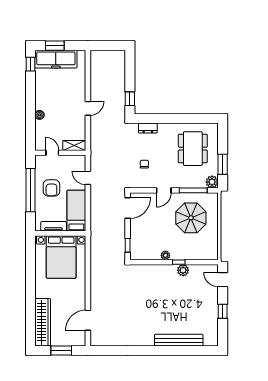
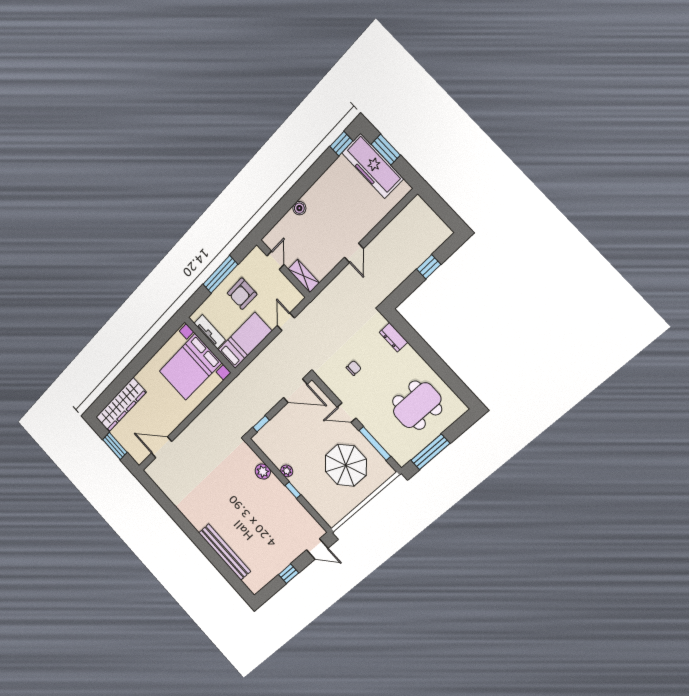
window: (130, 99) -> (429, 267), moved
door: (88, 108) -> (354, 253), hinge flipped
window: (223, 164) -> (430, 452), width x1.44
plant: (212, 182) -> (402, 456), removed
window: (30, 190) -> (220, 274), width x0.68
plant: (183, 270) -> (263, 472), moved
door: (223, 280) -> (317, 549), swing flipped

